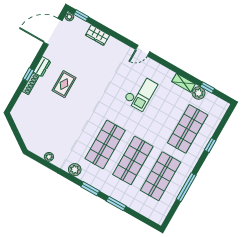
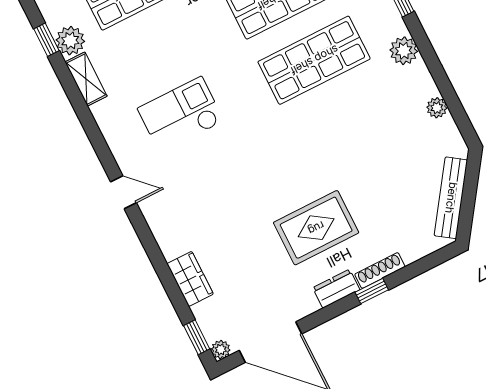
rug: (64, 84) -> (316, 228), width x1.36, depth x1.43
bench: (22, 127) -> (451, 198), added

